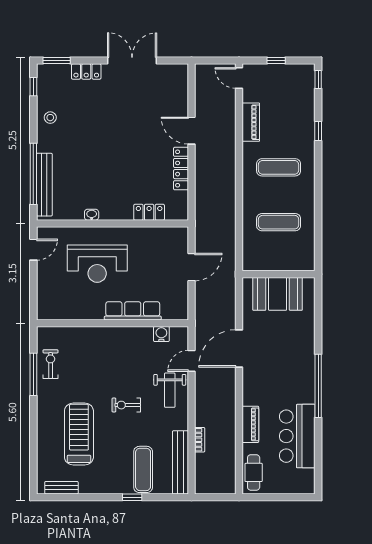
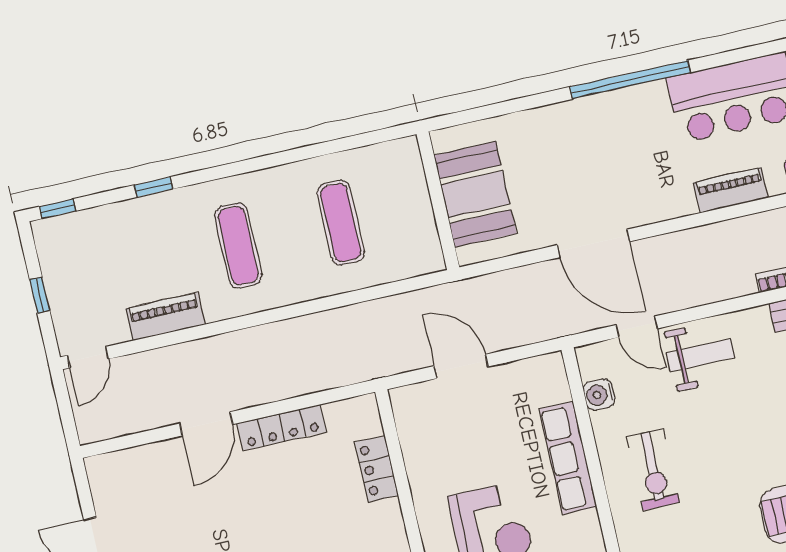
exercise bike: (126, 405) -> (653, 470), moved, width x1.38, depth x1.39

